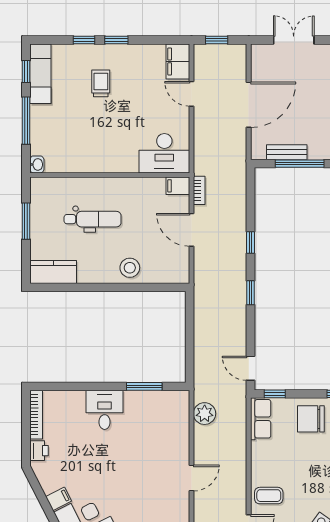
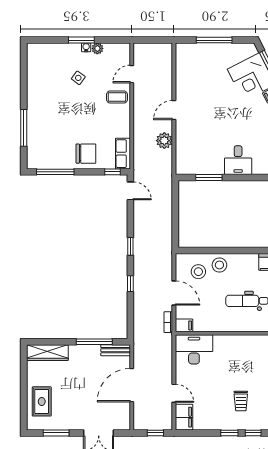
bench: (287, 152) -> (116, 350), moved
stool: (158, 259) -> (198, 272), added
plant: (205, 414) -> (164, 141), moved

